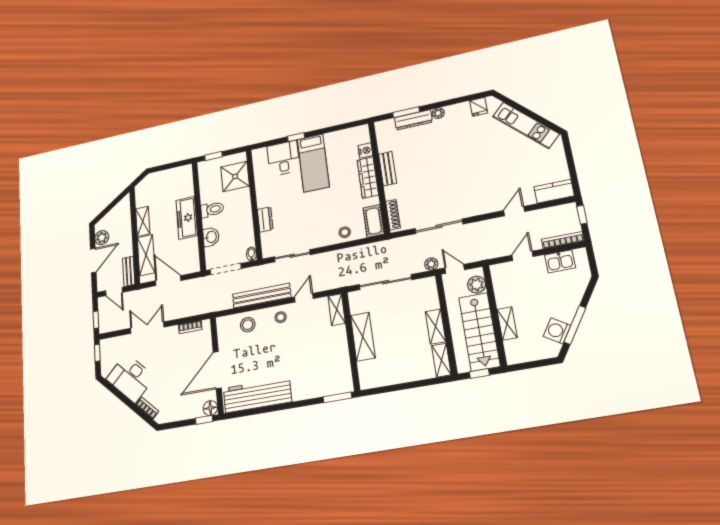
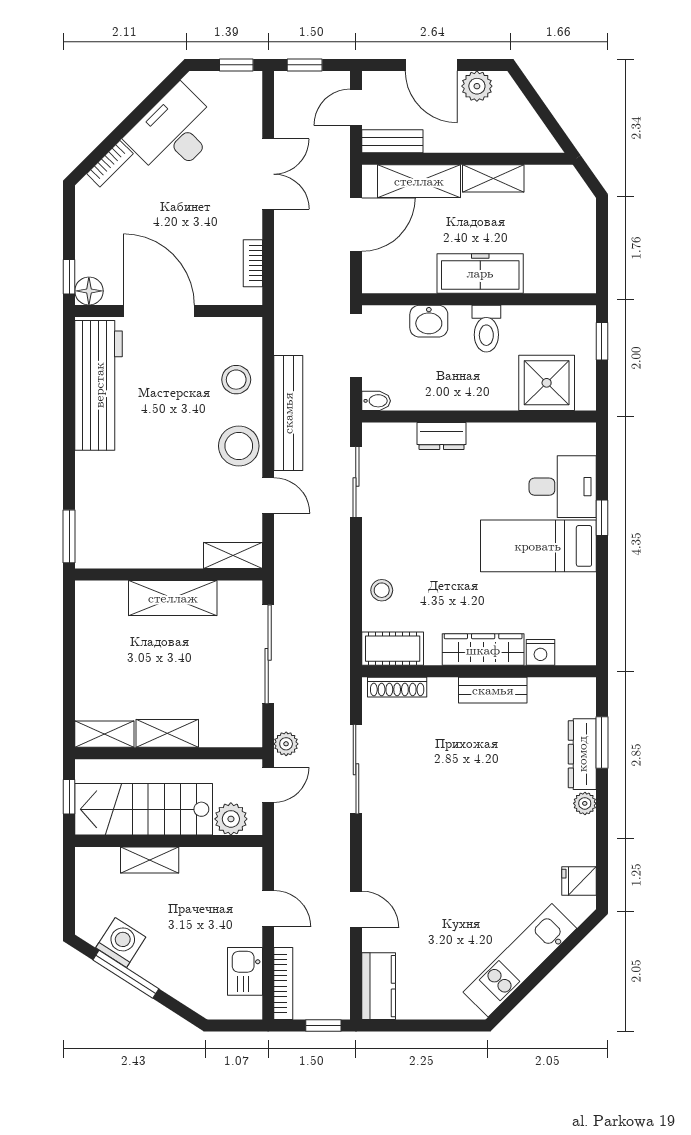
stool: (281, 317) -> (239, 446), width x1.89, depth x1.89

